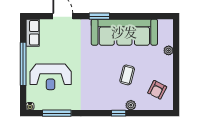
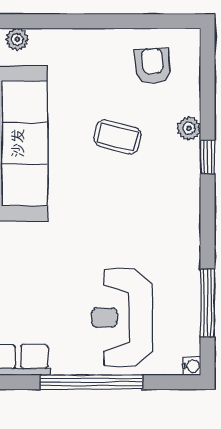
plant: (169, 50) -> (17, 39), moved
reception desk: (51, 77) -> (122, 318), turned 180
armchair: (157, 90) -> (153, 66), turned -121

